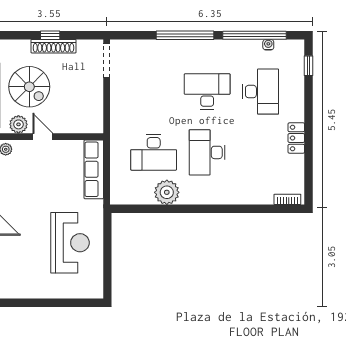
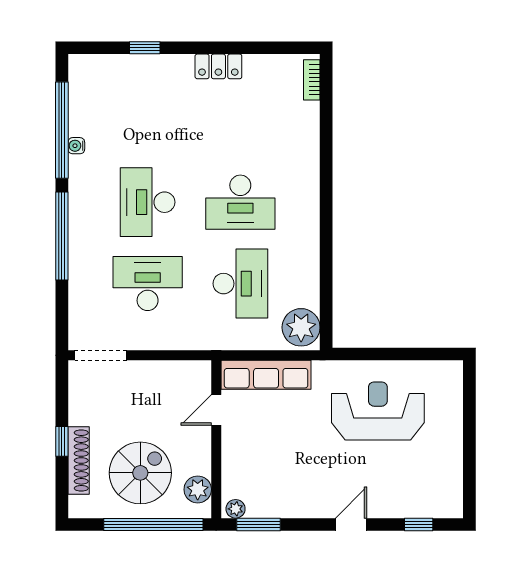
water cooler: (268, 45) -> (76, 146), moved
shoe rack: (53, 46) -> (79, 460), moved
window: (308, 66) -> (145, 48), moved
desk: (261, 92) -> (148, 284), moved
door: (43, 137) -> (216, 410), moved
plant: (167, 192) -> (301, 327), moved

